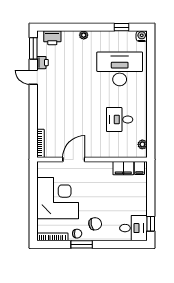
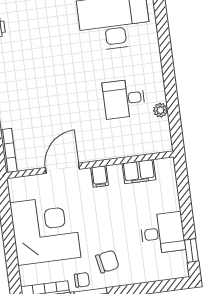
plant: (142, 144) -> (160, 110), moved
filing cabinet: (139, 168) -> (100, 176), moved
desk: (133, 228) -> (163, 233), moved

